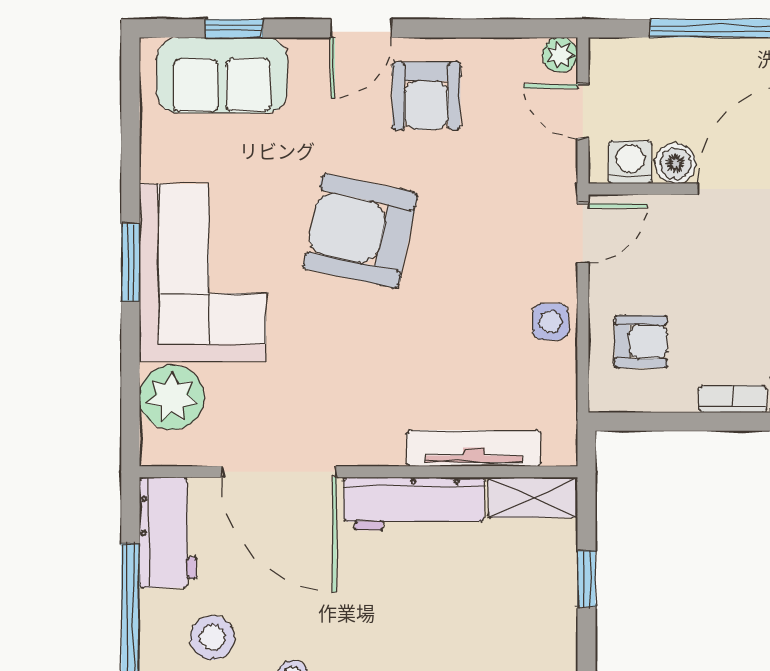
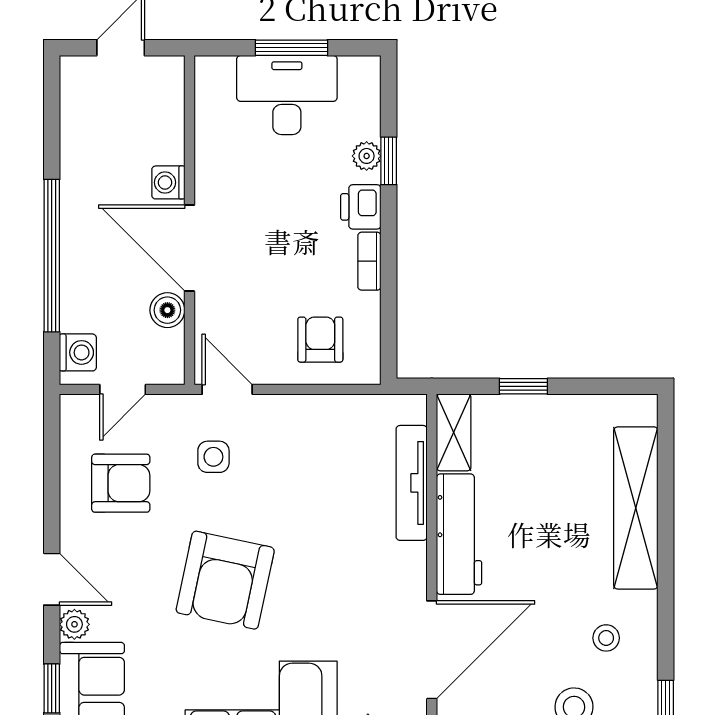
plant: (560, 55) -> (74, 624), moved
armchair: (426, 96) -> (121, 483), moved
washing machine: (630, 162) -> (78, 352), moved, turned 180
side table: (551, 322) -> (213, 457), moved

